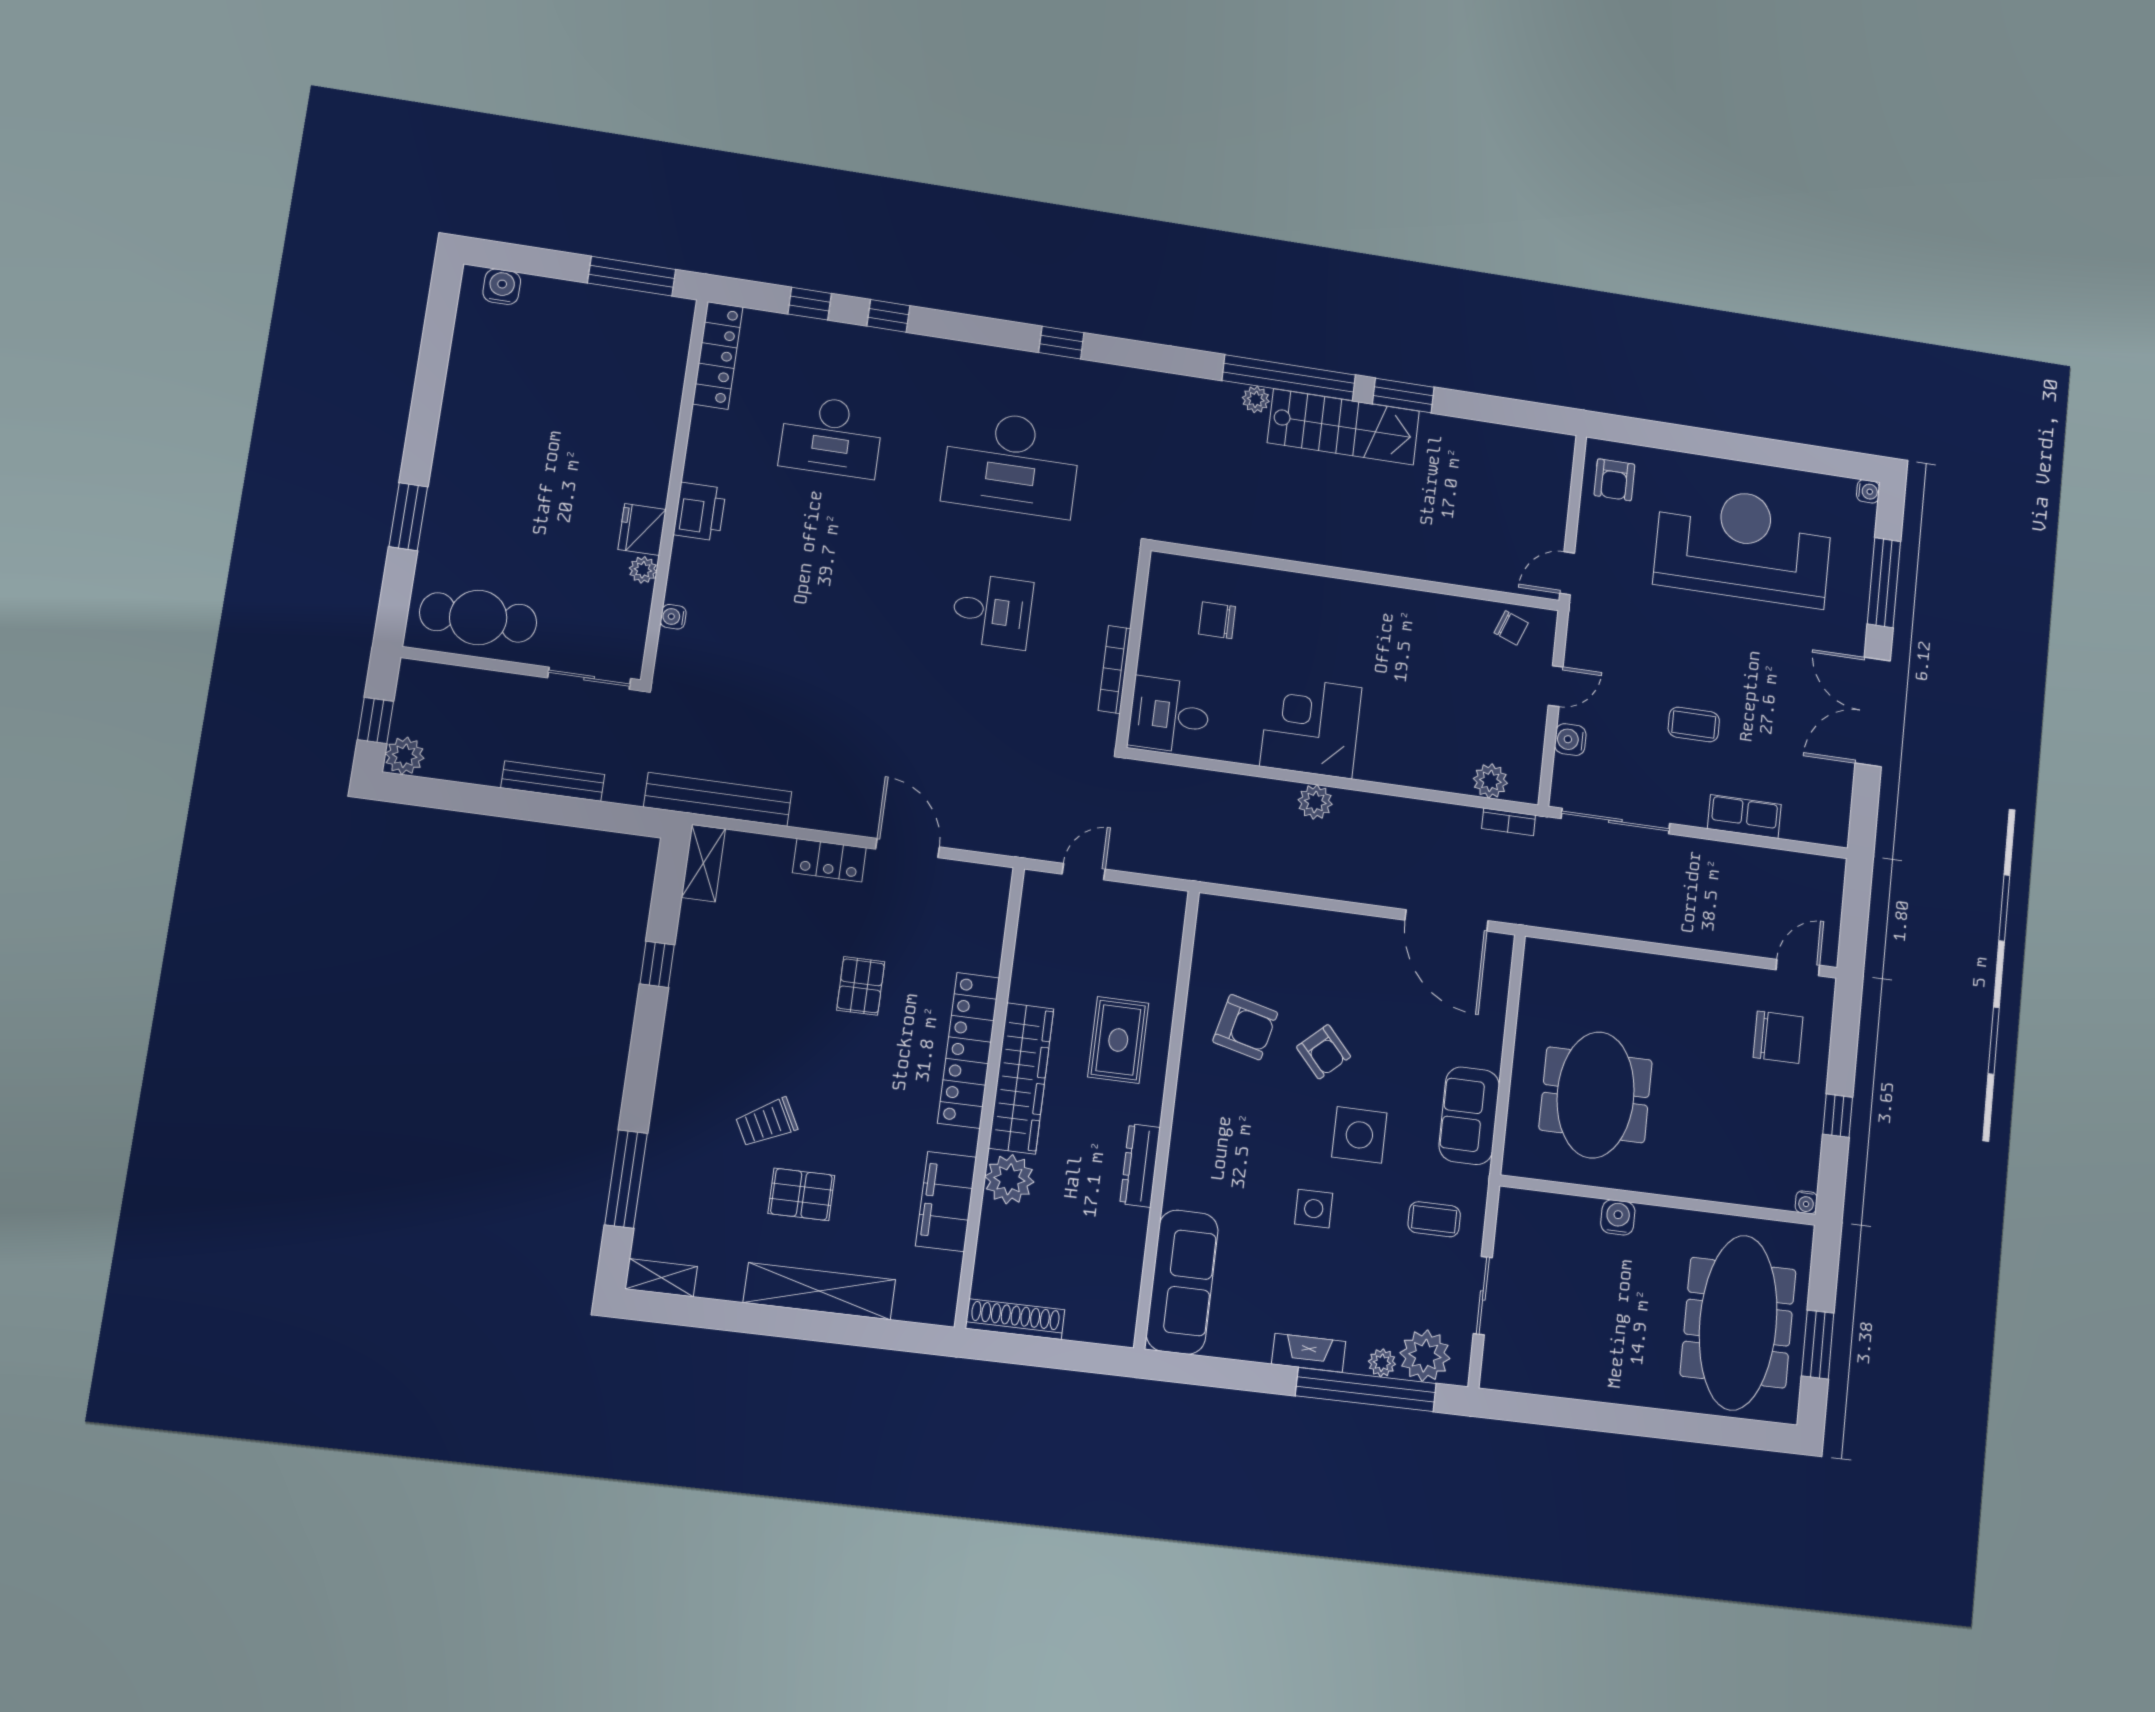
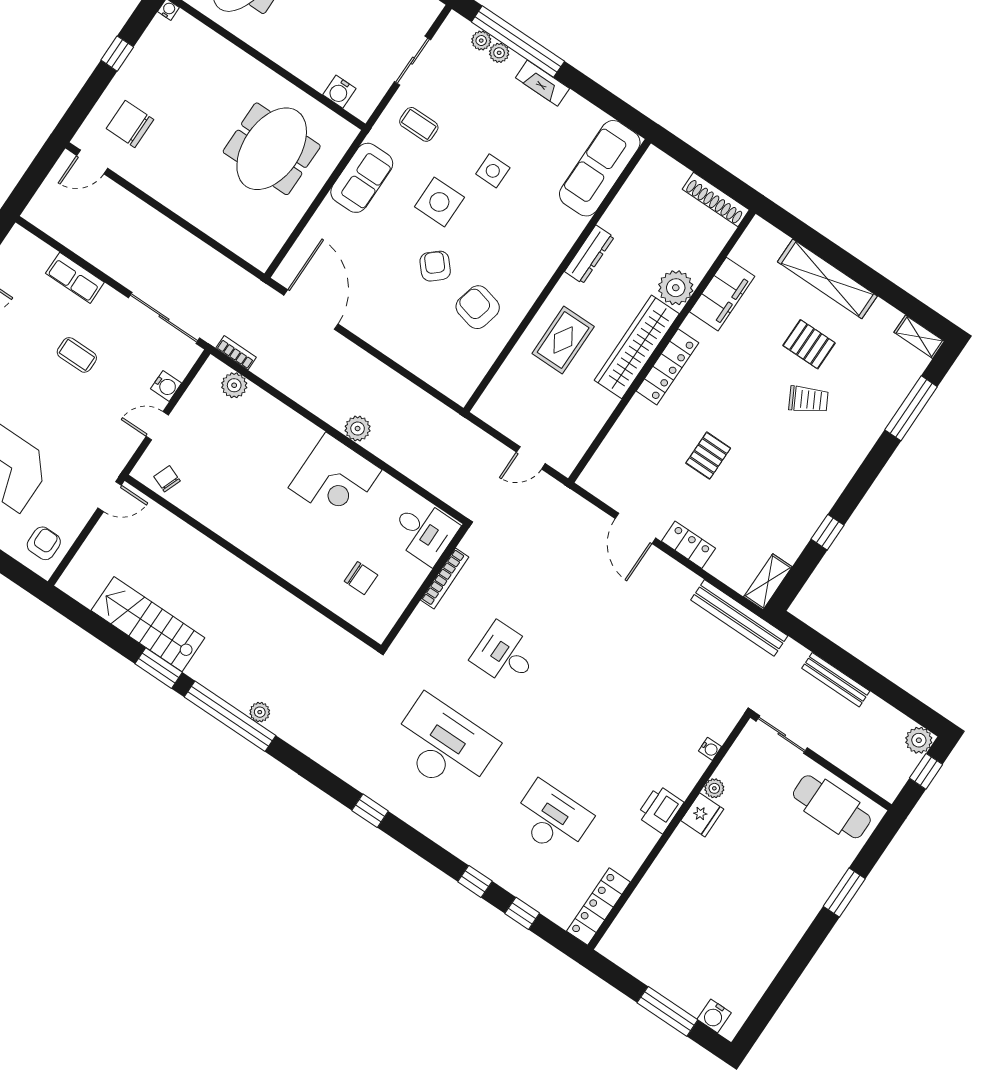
window: (632, 276) -> (667, 1011), moved
stairs: (1343, 427) -> (148, 624), moved
locker: (969, 1050) -> (667, 367), width x0.71, depth x0.83
water cooler: (1618, 1217) -> (339, 92), moved
plant: (1425, 1356) -> (481, 41), width x0.53, depth x0.53

